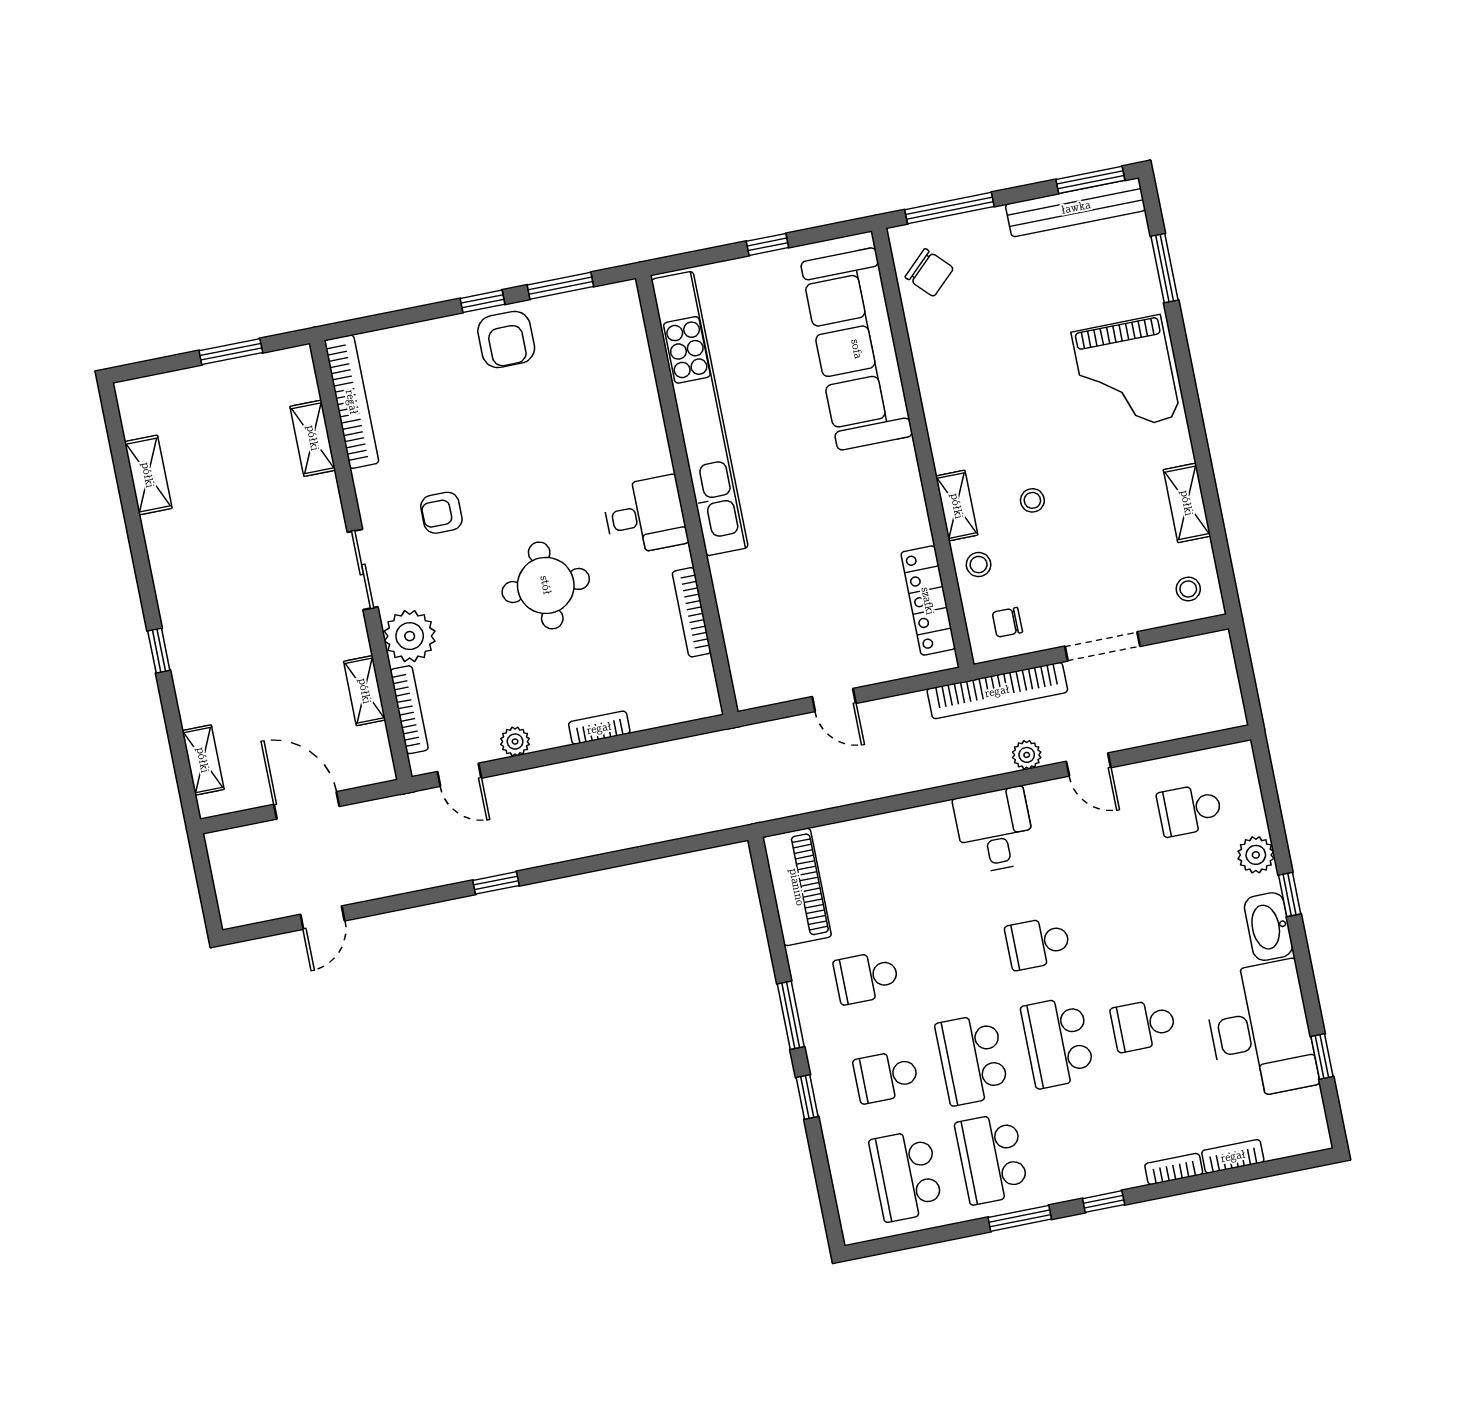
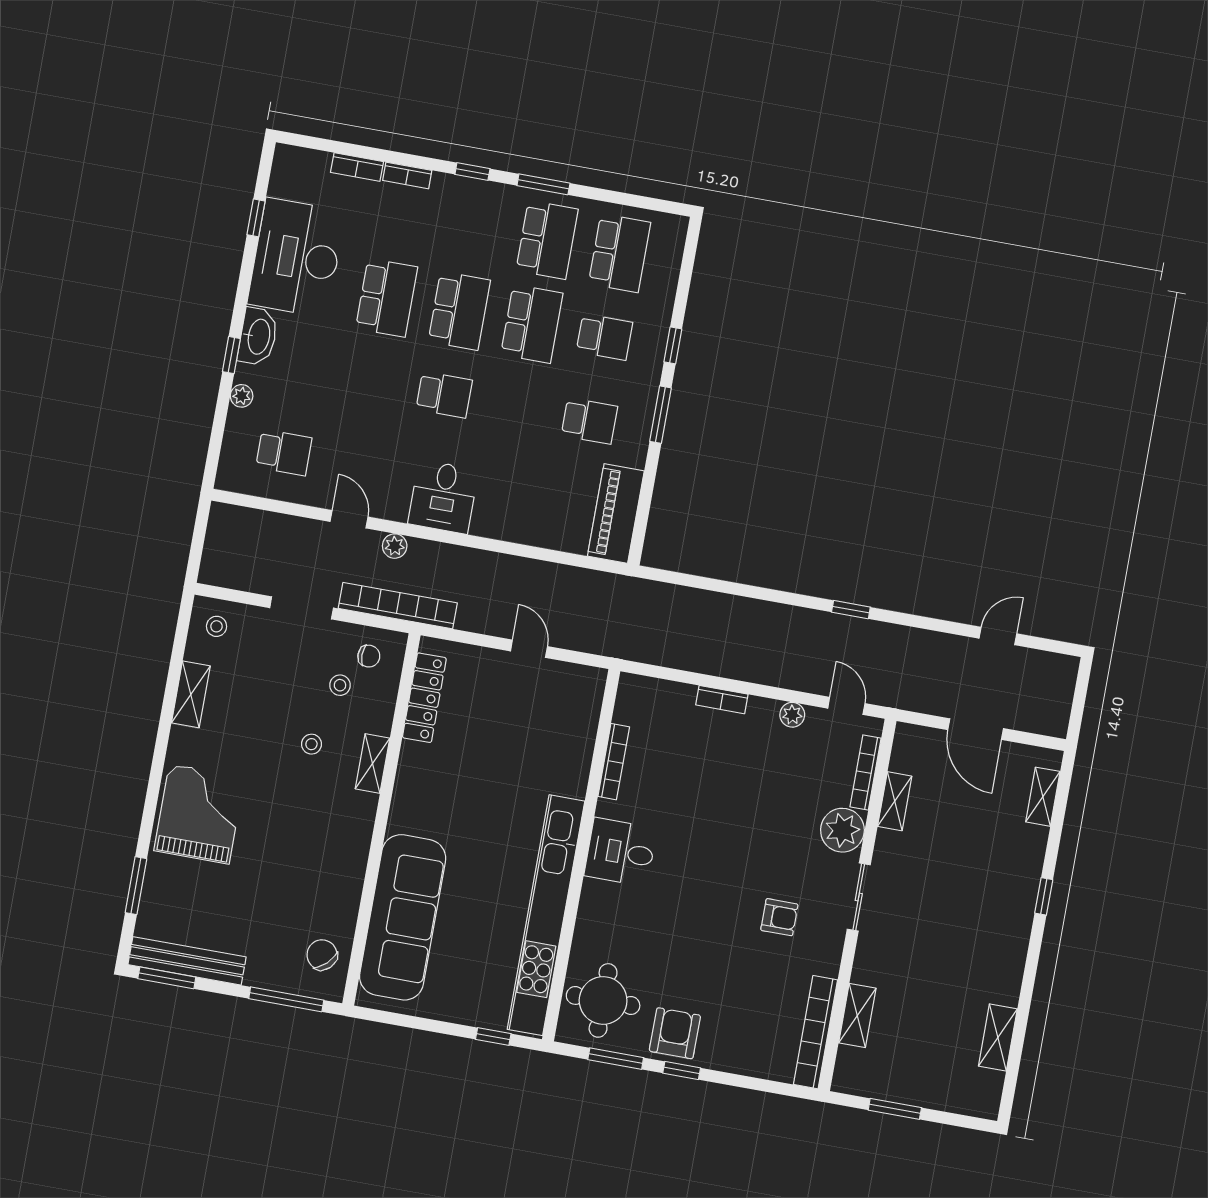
window: (767, 244) -> (493, 1037), moved
stool: (979, 565) -> (340, 685), moved
round table: (546, 585) -> (603, 1000), moved
plant: (1256, 855) -> (242, 396), width x0.73, depth x0.73
school desk: (1143, 1025) -> (387, 298), width x1.85

